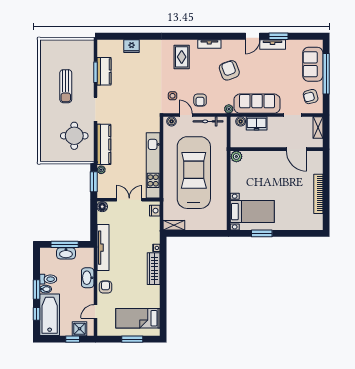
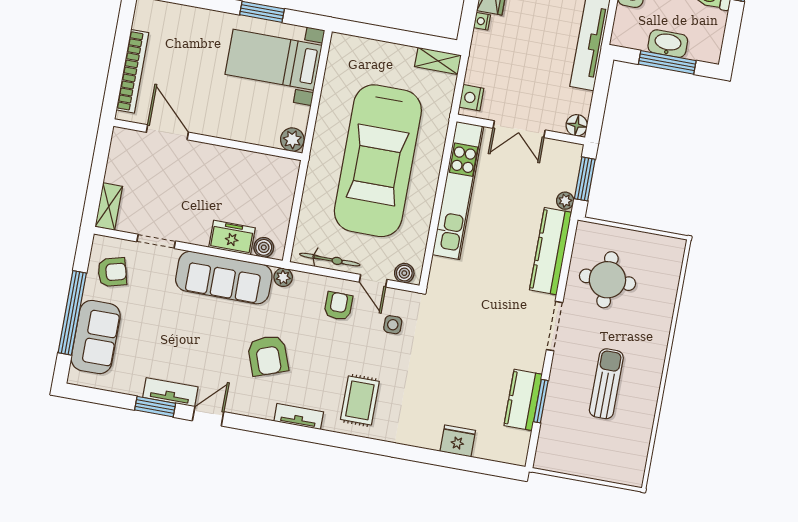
wall: (277, 149) -> (208, 140), moved
door: (296, 149) -> (167, 132), moved
plant: (236, 156) -> (292, 140), moved

